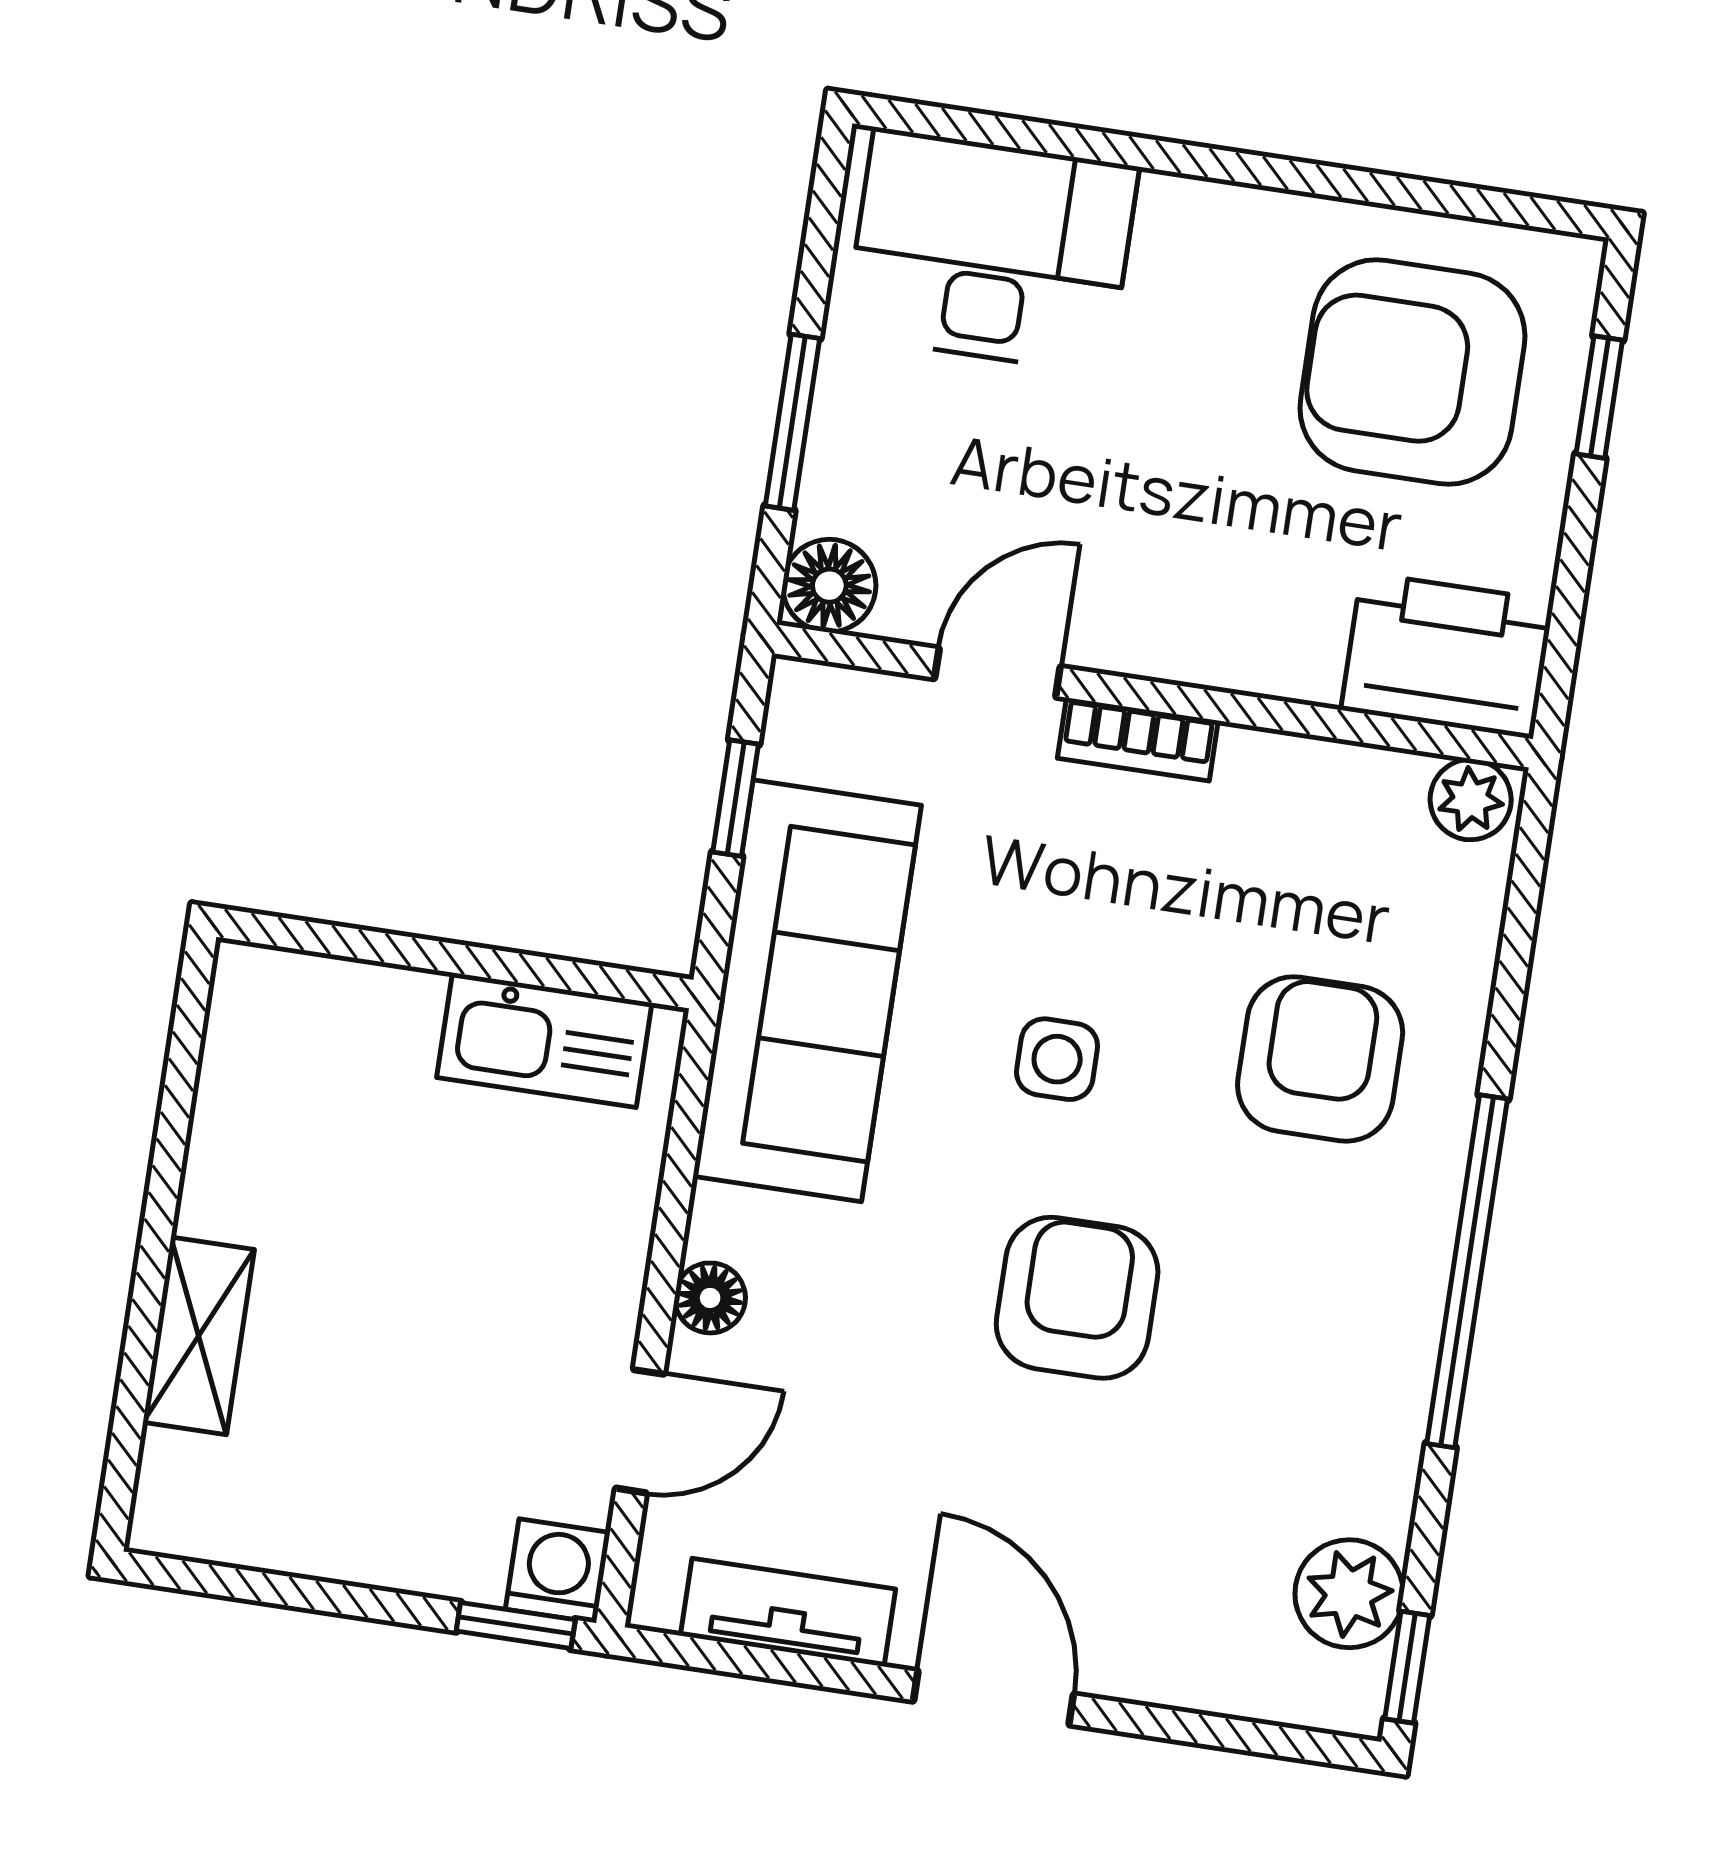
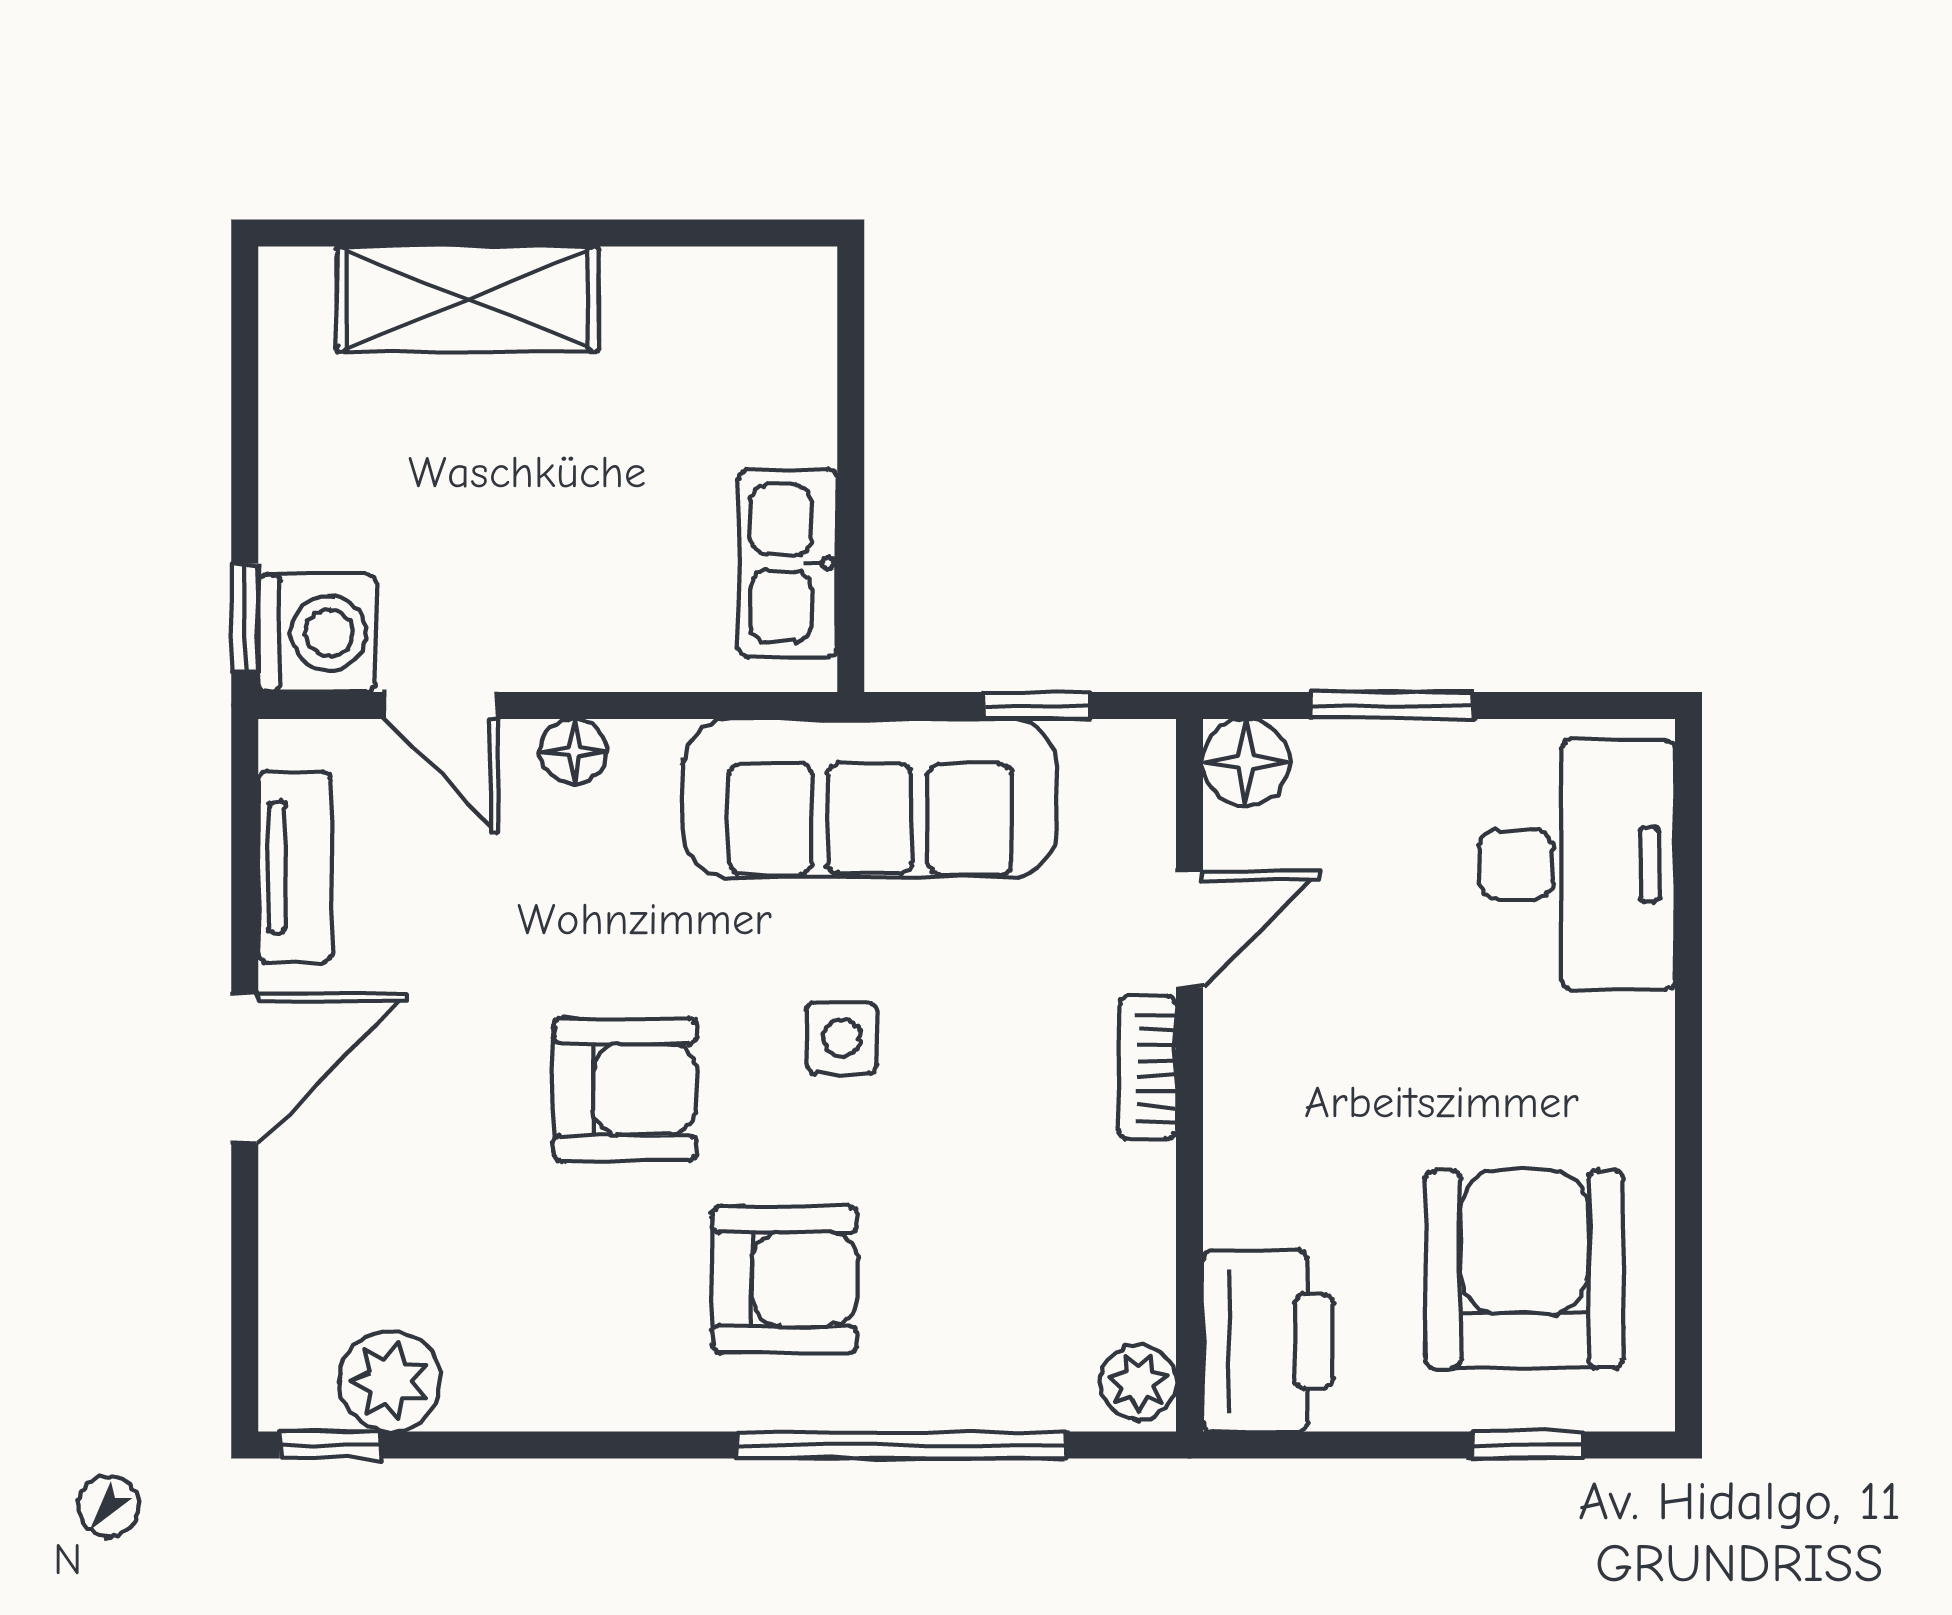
door: (997, 673) -> (1189, 929), hinge flipped
armchair: (1320, 1059) -> (785, 1279), moved
window: (1467, 1271) -> (901, 1445), moved
shelving: (199, 1336) -> (467, 299), width x1.50, depth x1.33
washing machine: (558, 1571) -> (317, 633), width x1.38, depth x1.38

